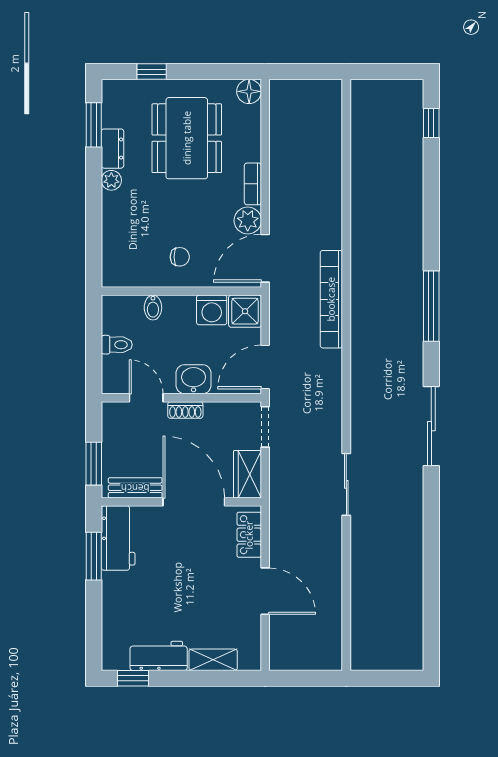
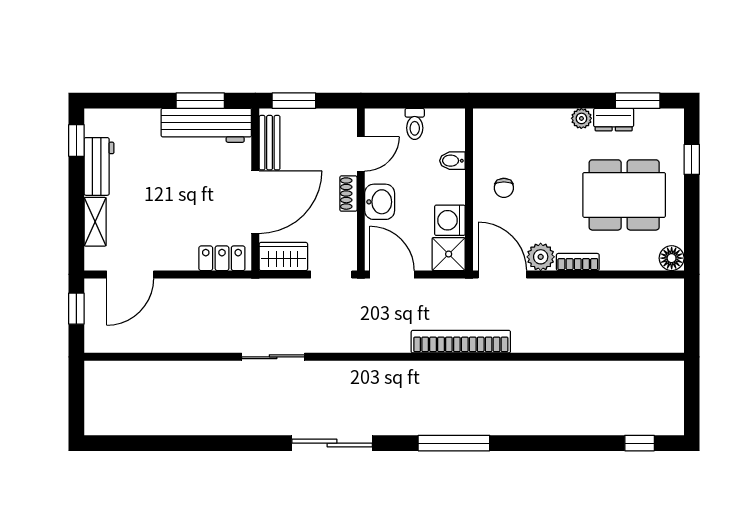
workbench: (118, 538) -> (206, 125), width x1.38
door: (265, 591) -> (130, 274), moved
window: (299, 678) -> (76, 309), added

